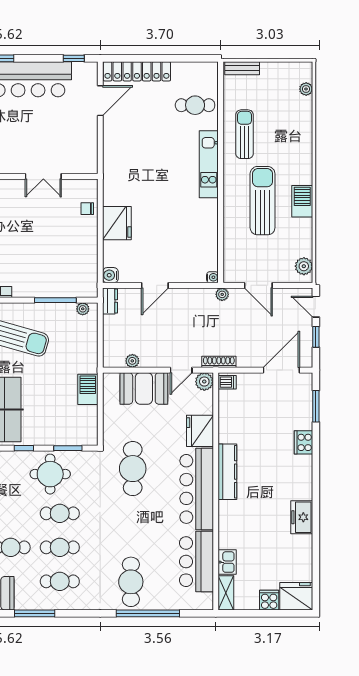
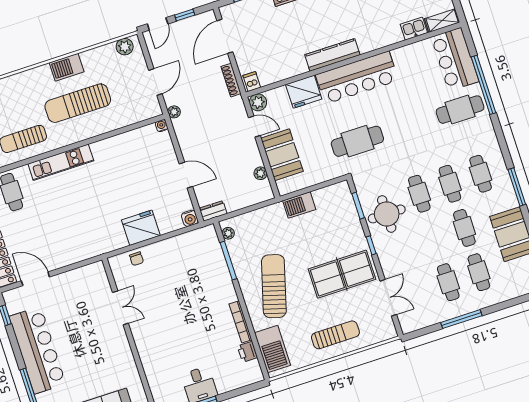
shoe rack: (219, 362) -> (231, 80), moved
door: (281, 370) -> (225, 36), hinge flipped
bar counter: (196, 562) -> (455, 59), moved, turned 90

